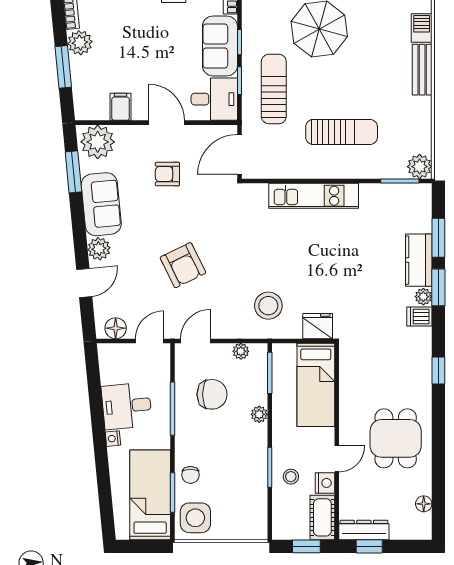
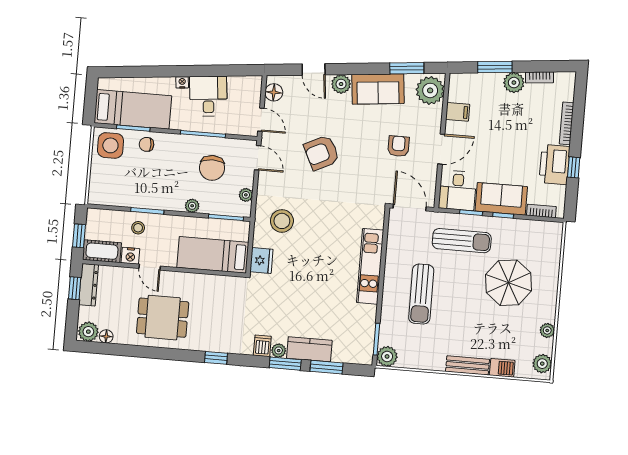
plant: (420, 526) -> (88, 332), added

